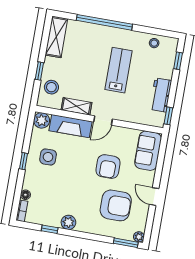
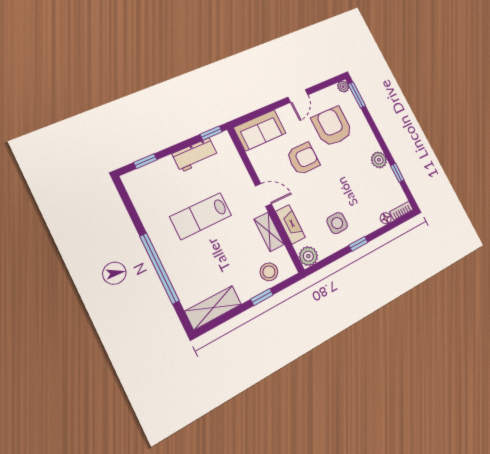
stool: (154, 43) -> (144, 199), removed
fireplace: (70, 126) -> (290, 224), width x0.73, depth x0.76

